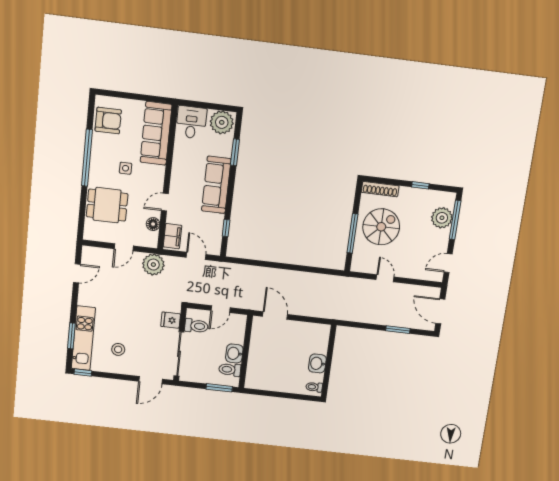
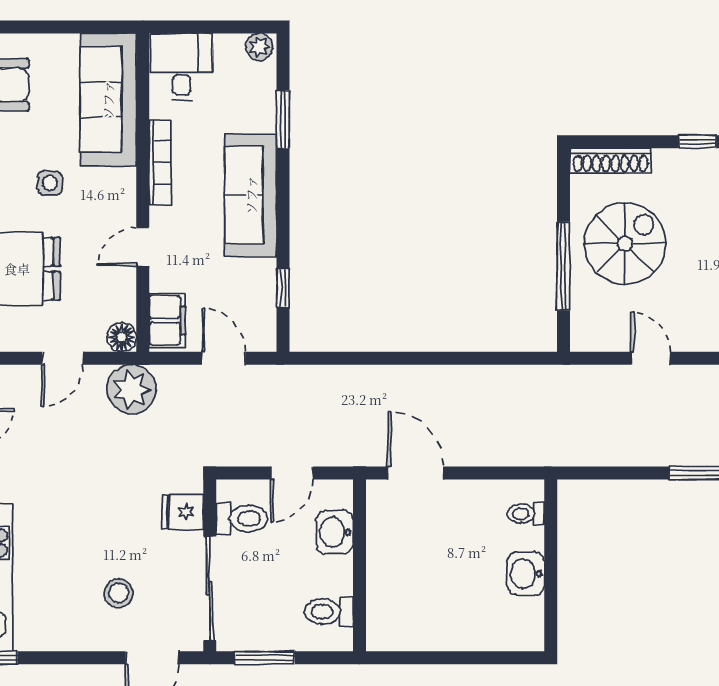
plant: (222, 122) -> (259, 47), width x0.53, depth x0.53
bookcase: (177, 165) -> (160, 162), added
floor lamp: (153, 224) -> (122, 337), moved
stool: (118, 349) -> (118, 593), moved
washbasin: (234, 353) -> (335, 532), moved
toilet: (314, 387) -> (526, 514), moved
window: (219, 388) -> (265, 658), moved

